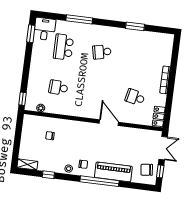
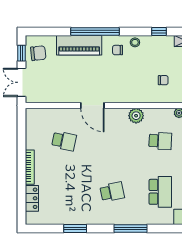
window: (79, 19) -> (130, 229), moved
plant: (75, 110) -> (136, 116), added
locker: (159, 116) -> (32, 198), moved

